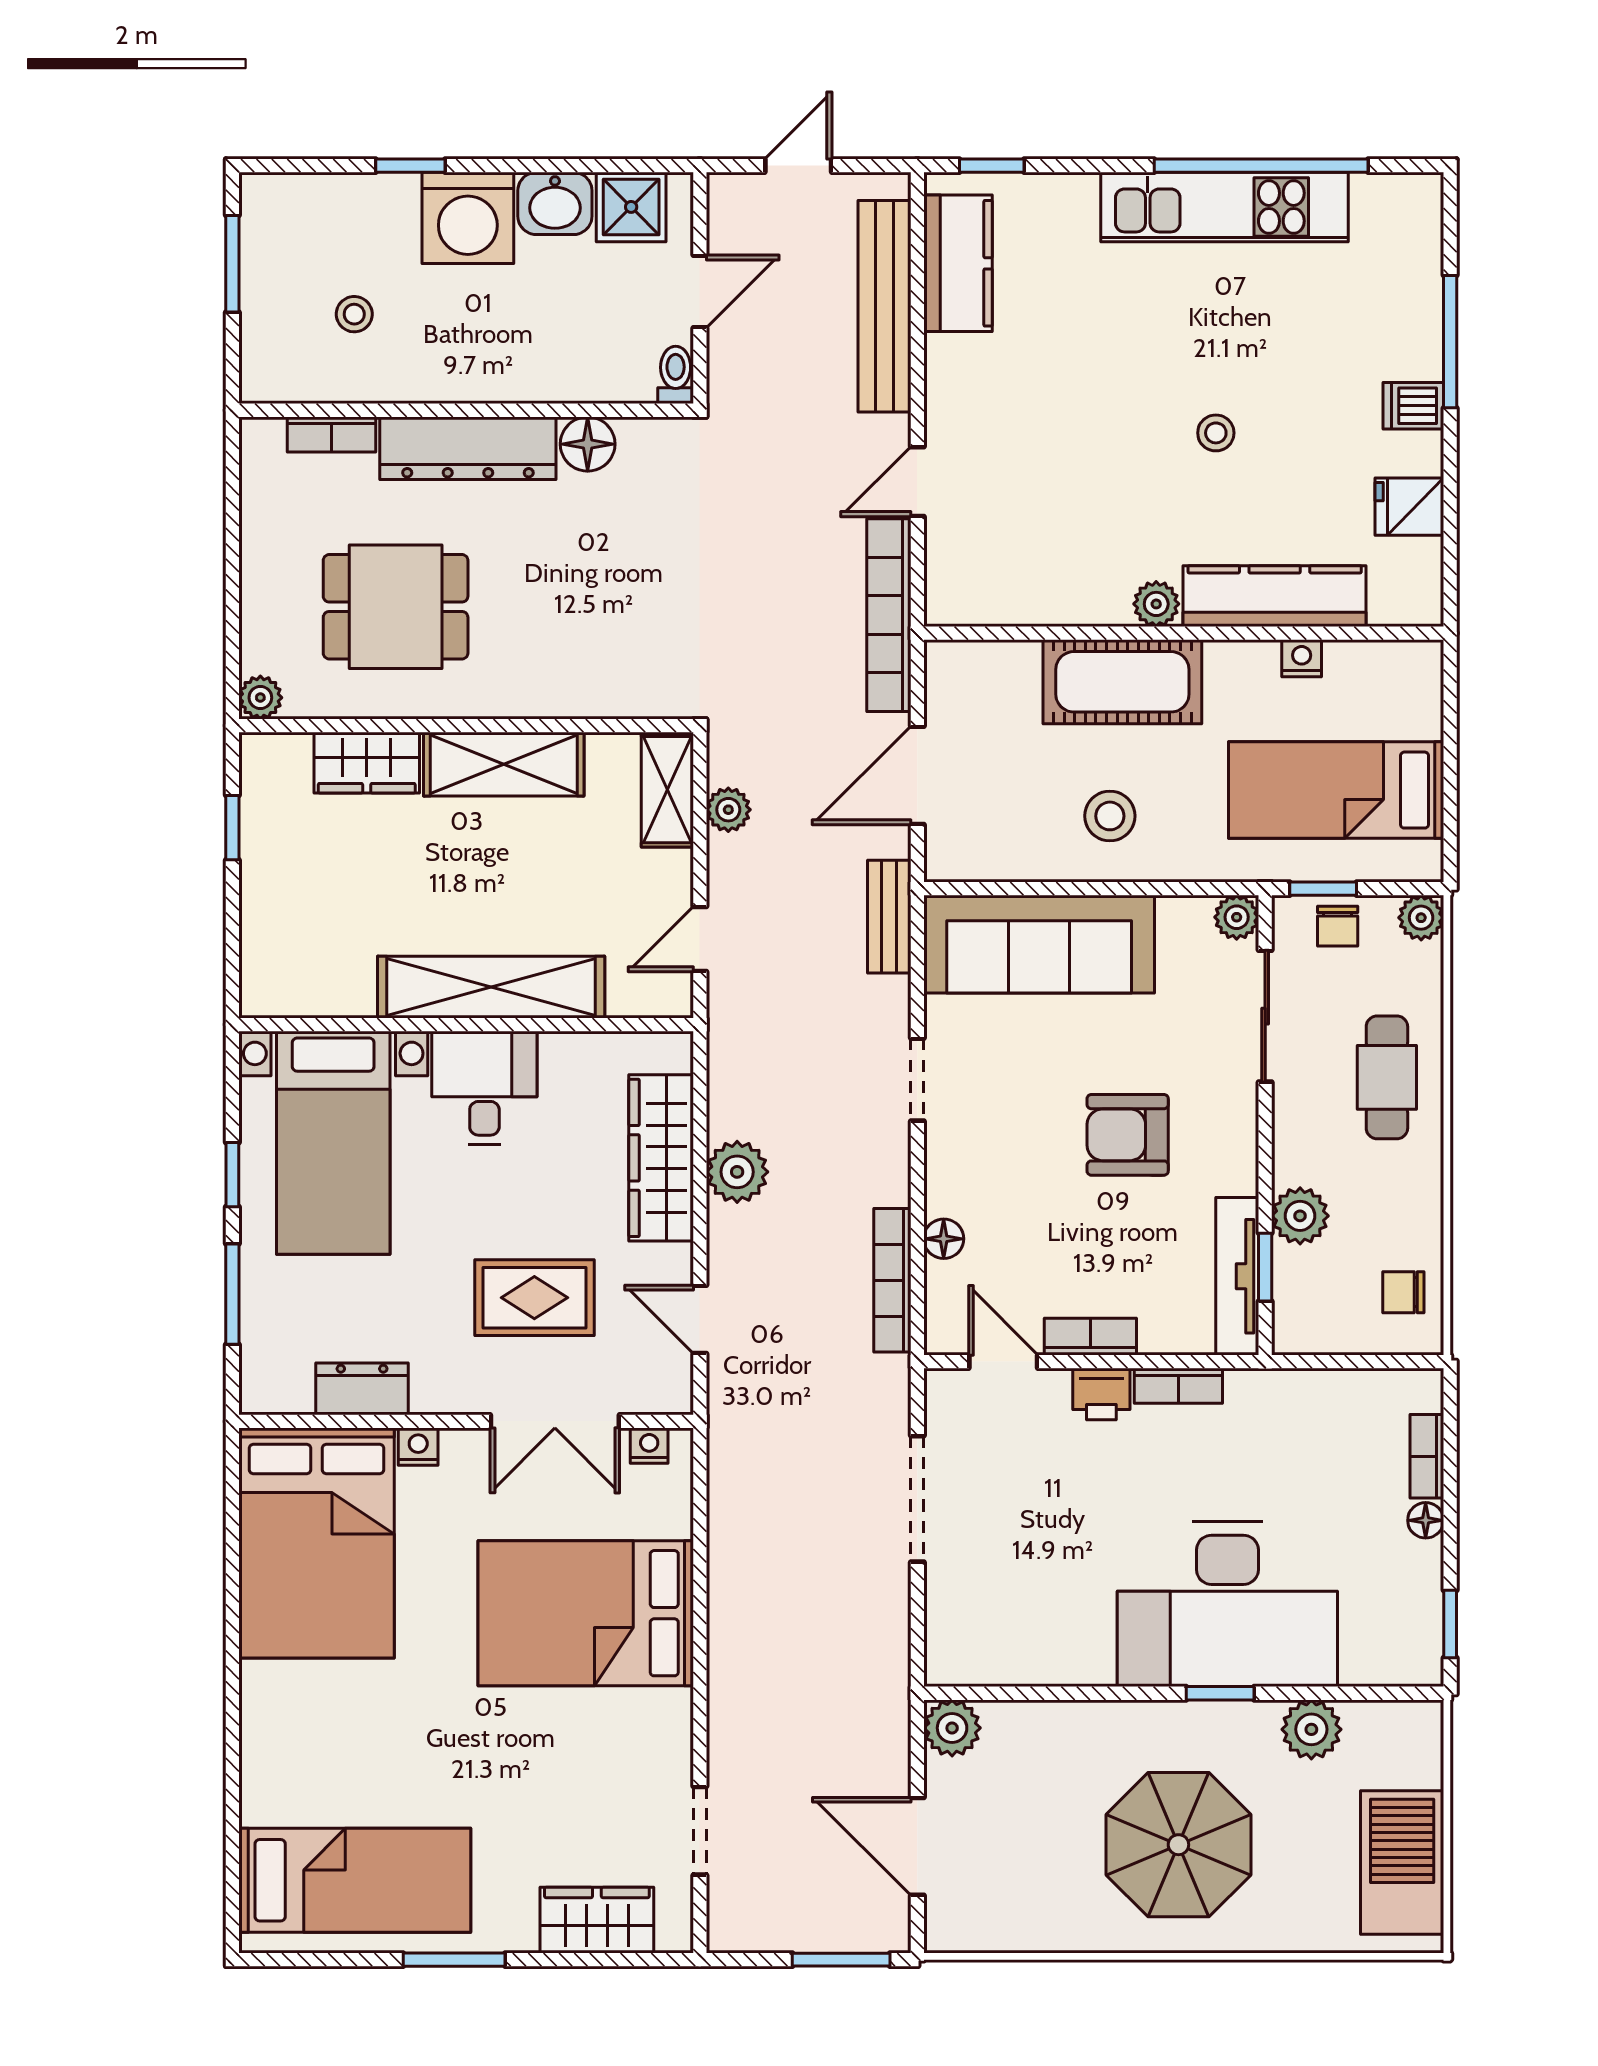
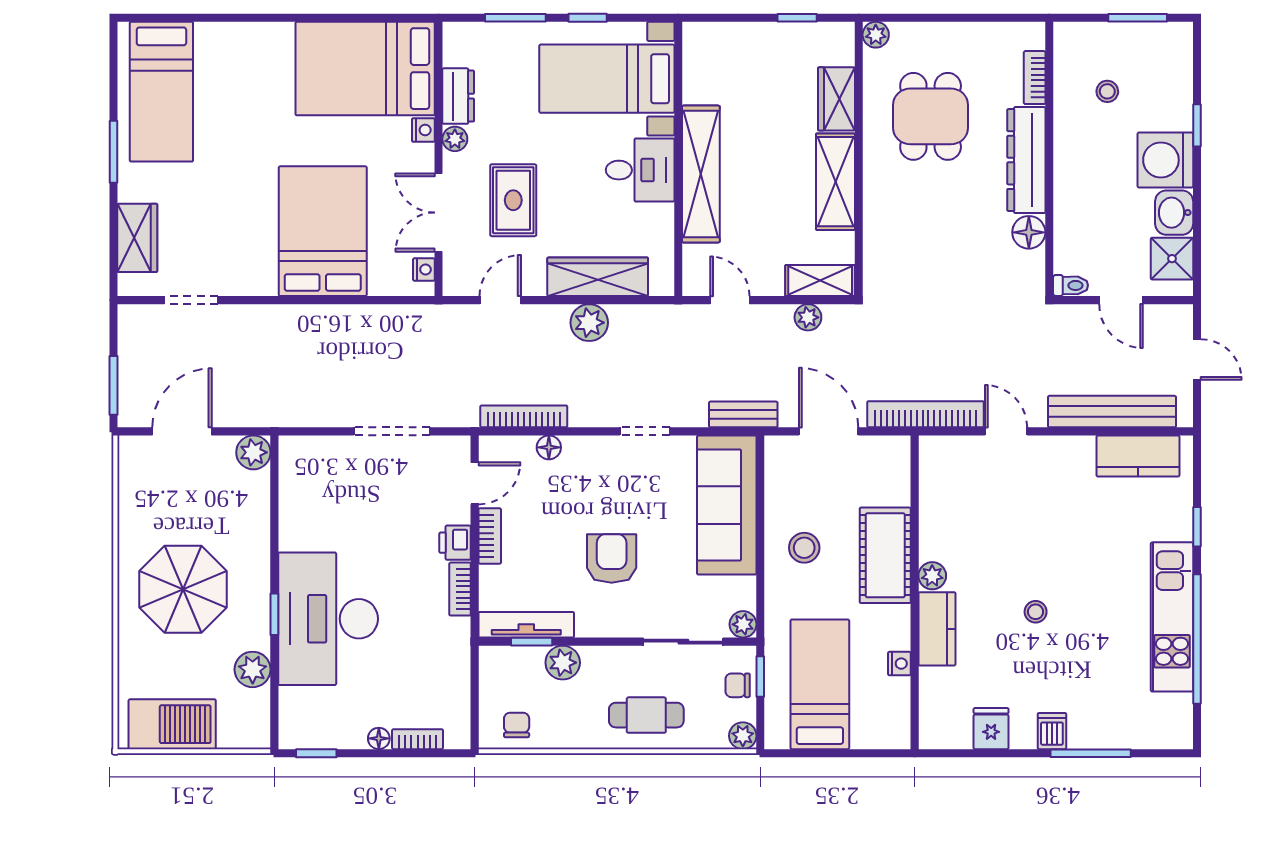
window: (992, 166) -> (1197, 527), moved
kitchen counter: (1275, 596) -> (937, 629), width x0.67
plant: (433, 1394) -> (455, 139), added

